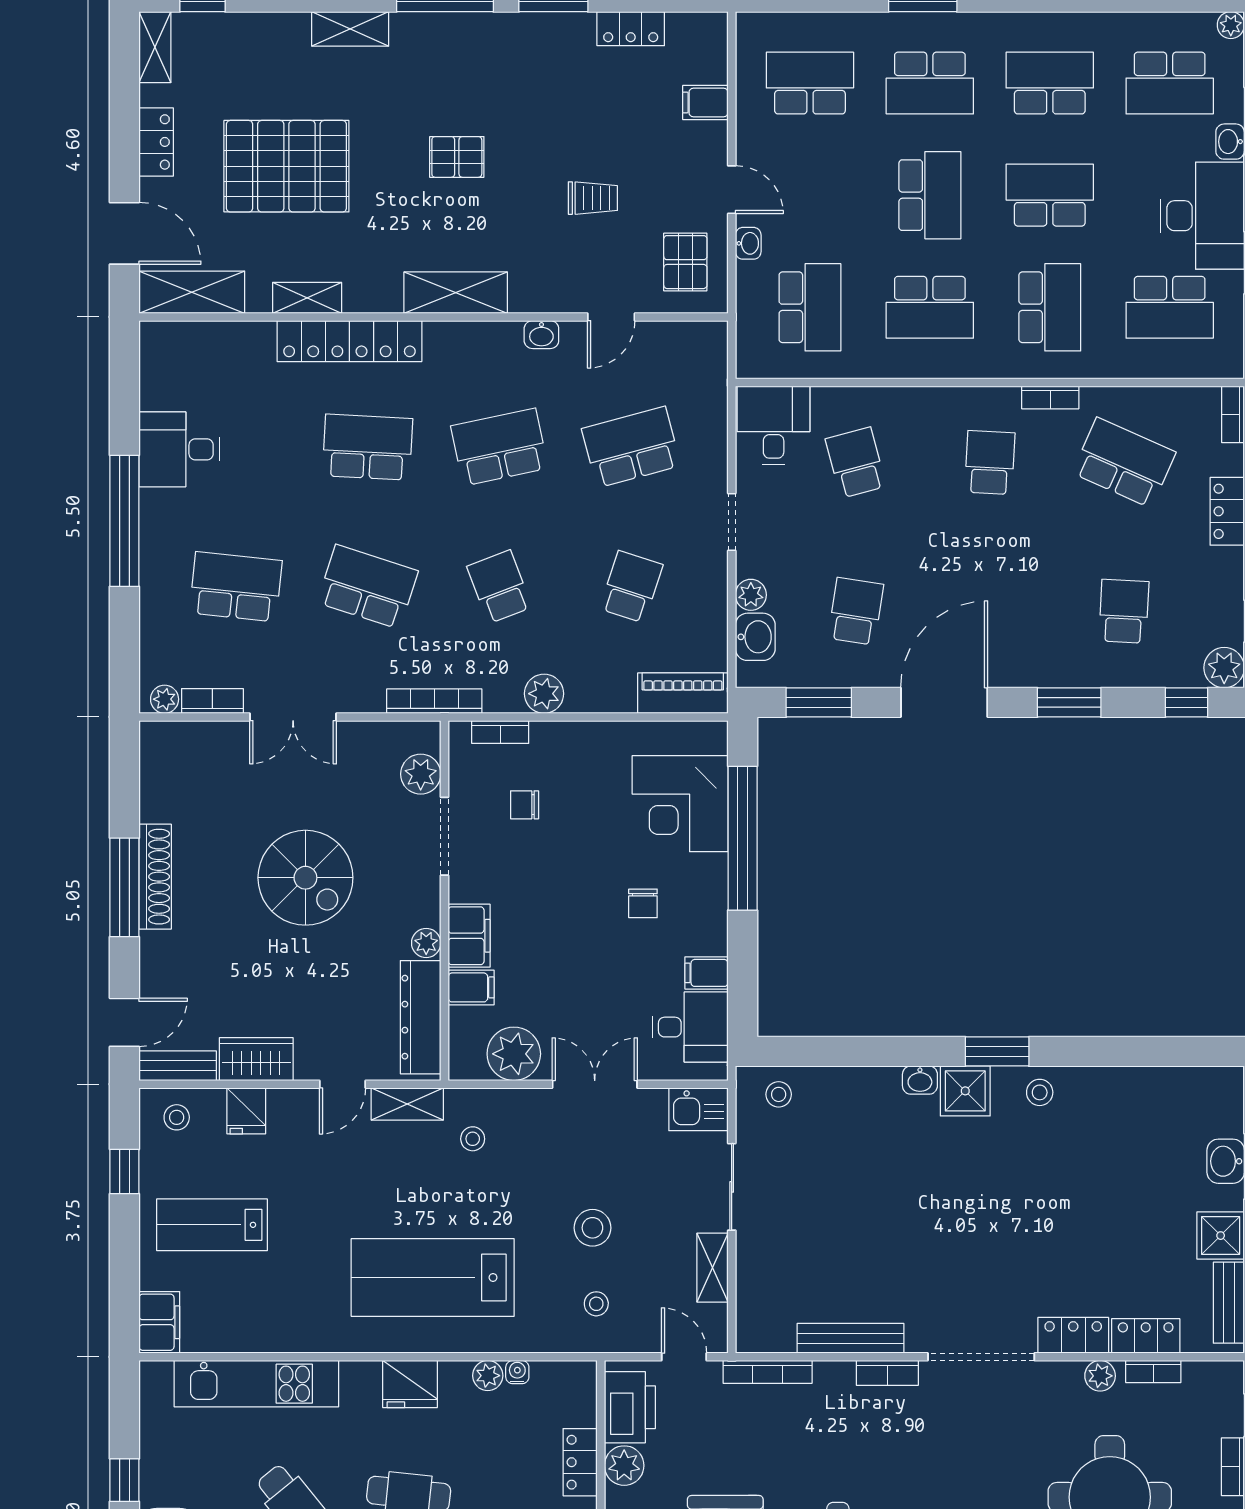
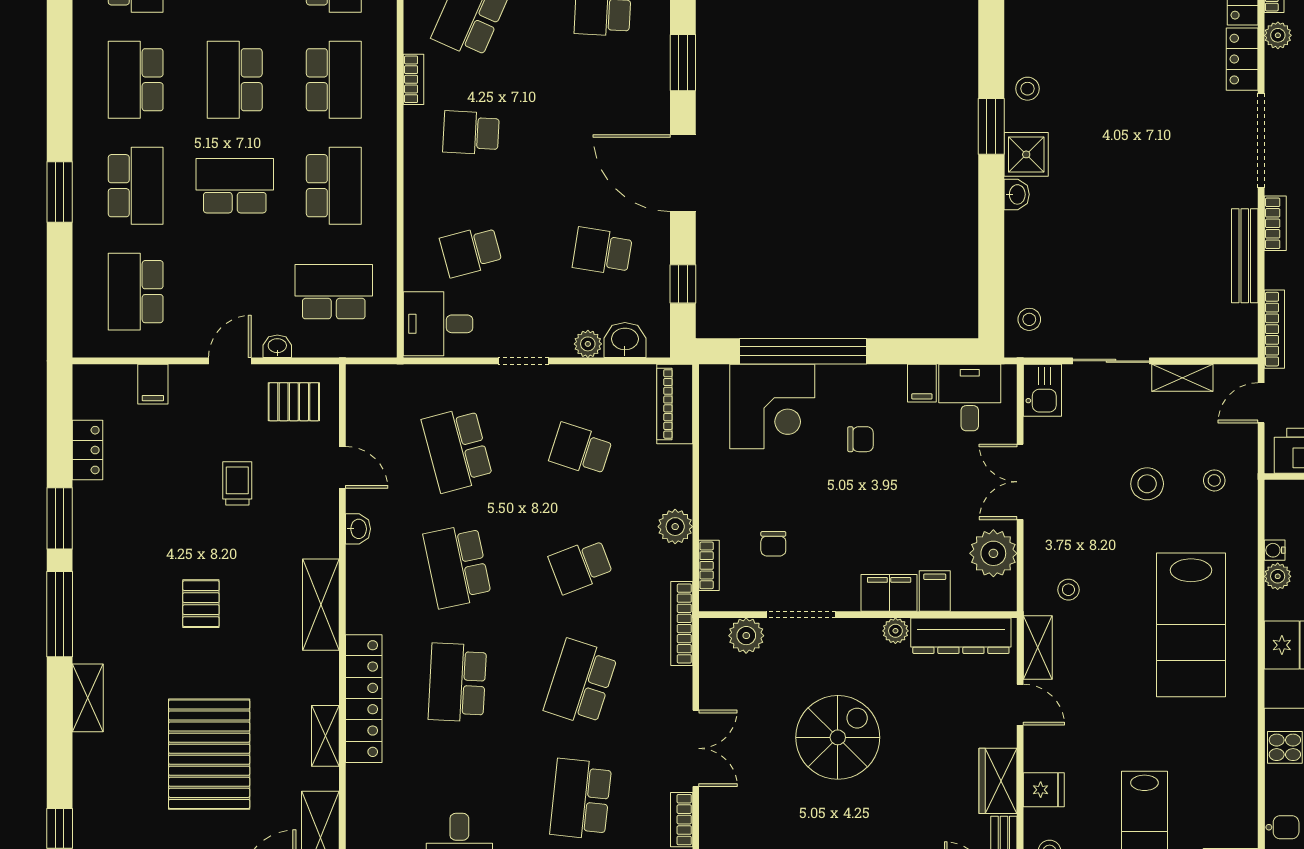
school desk: (1050, 307) -> (334, 80), turned 90
window: (819, 702) -> (683, 284), width x0.67

